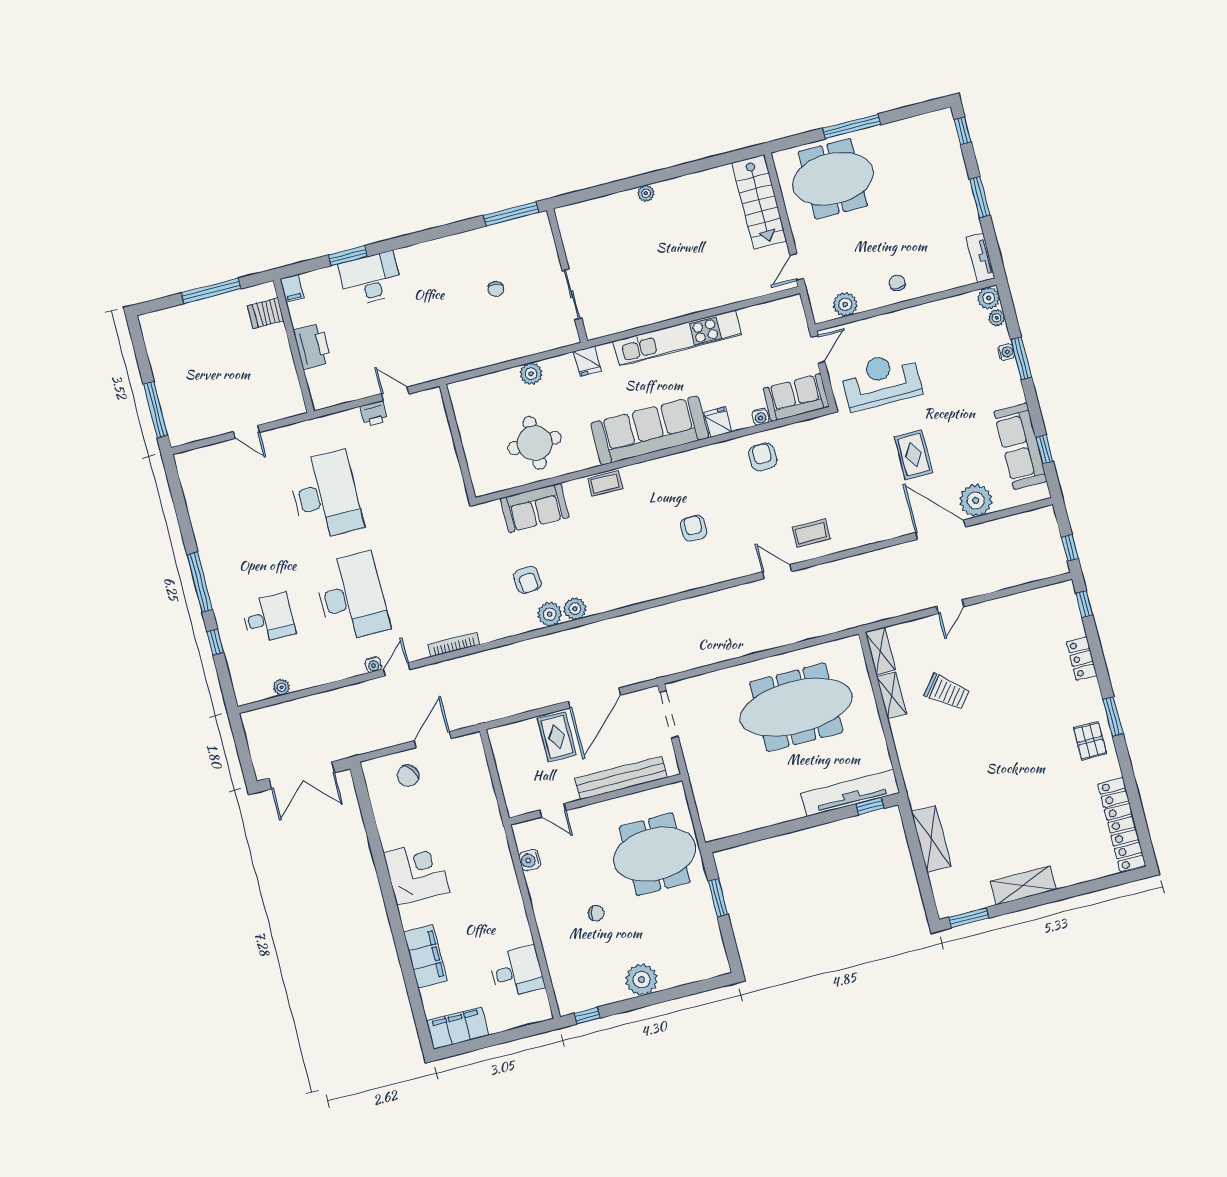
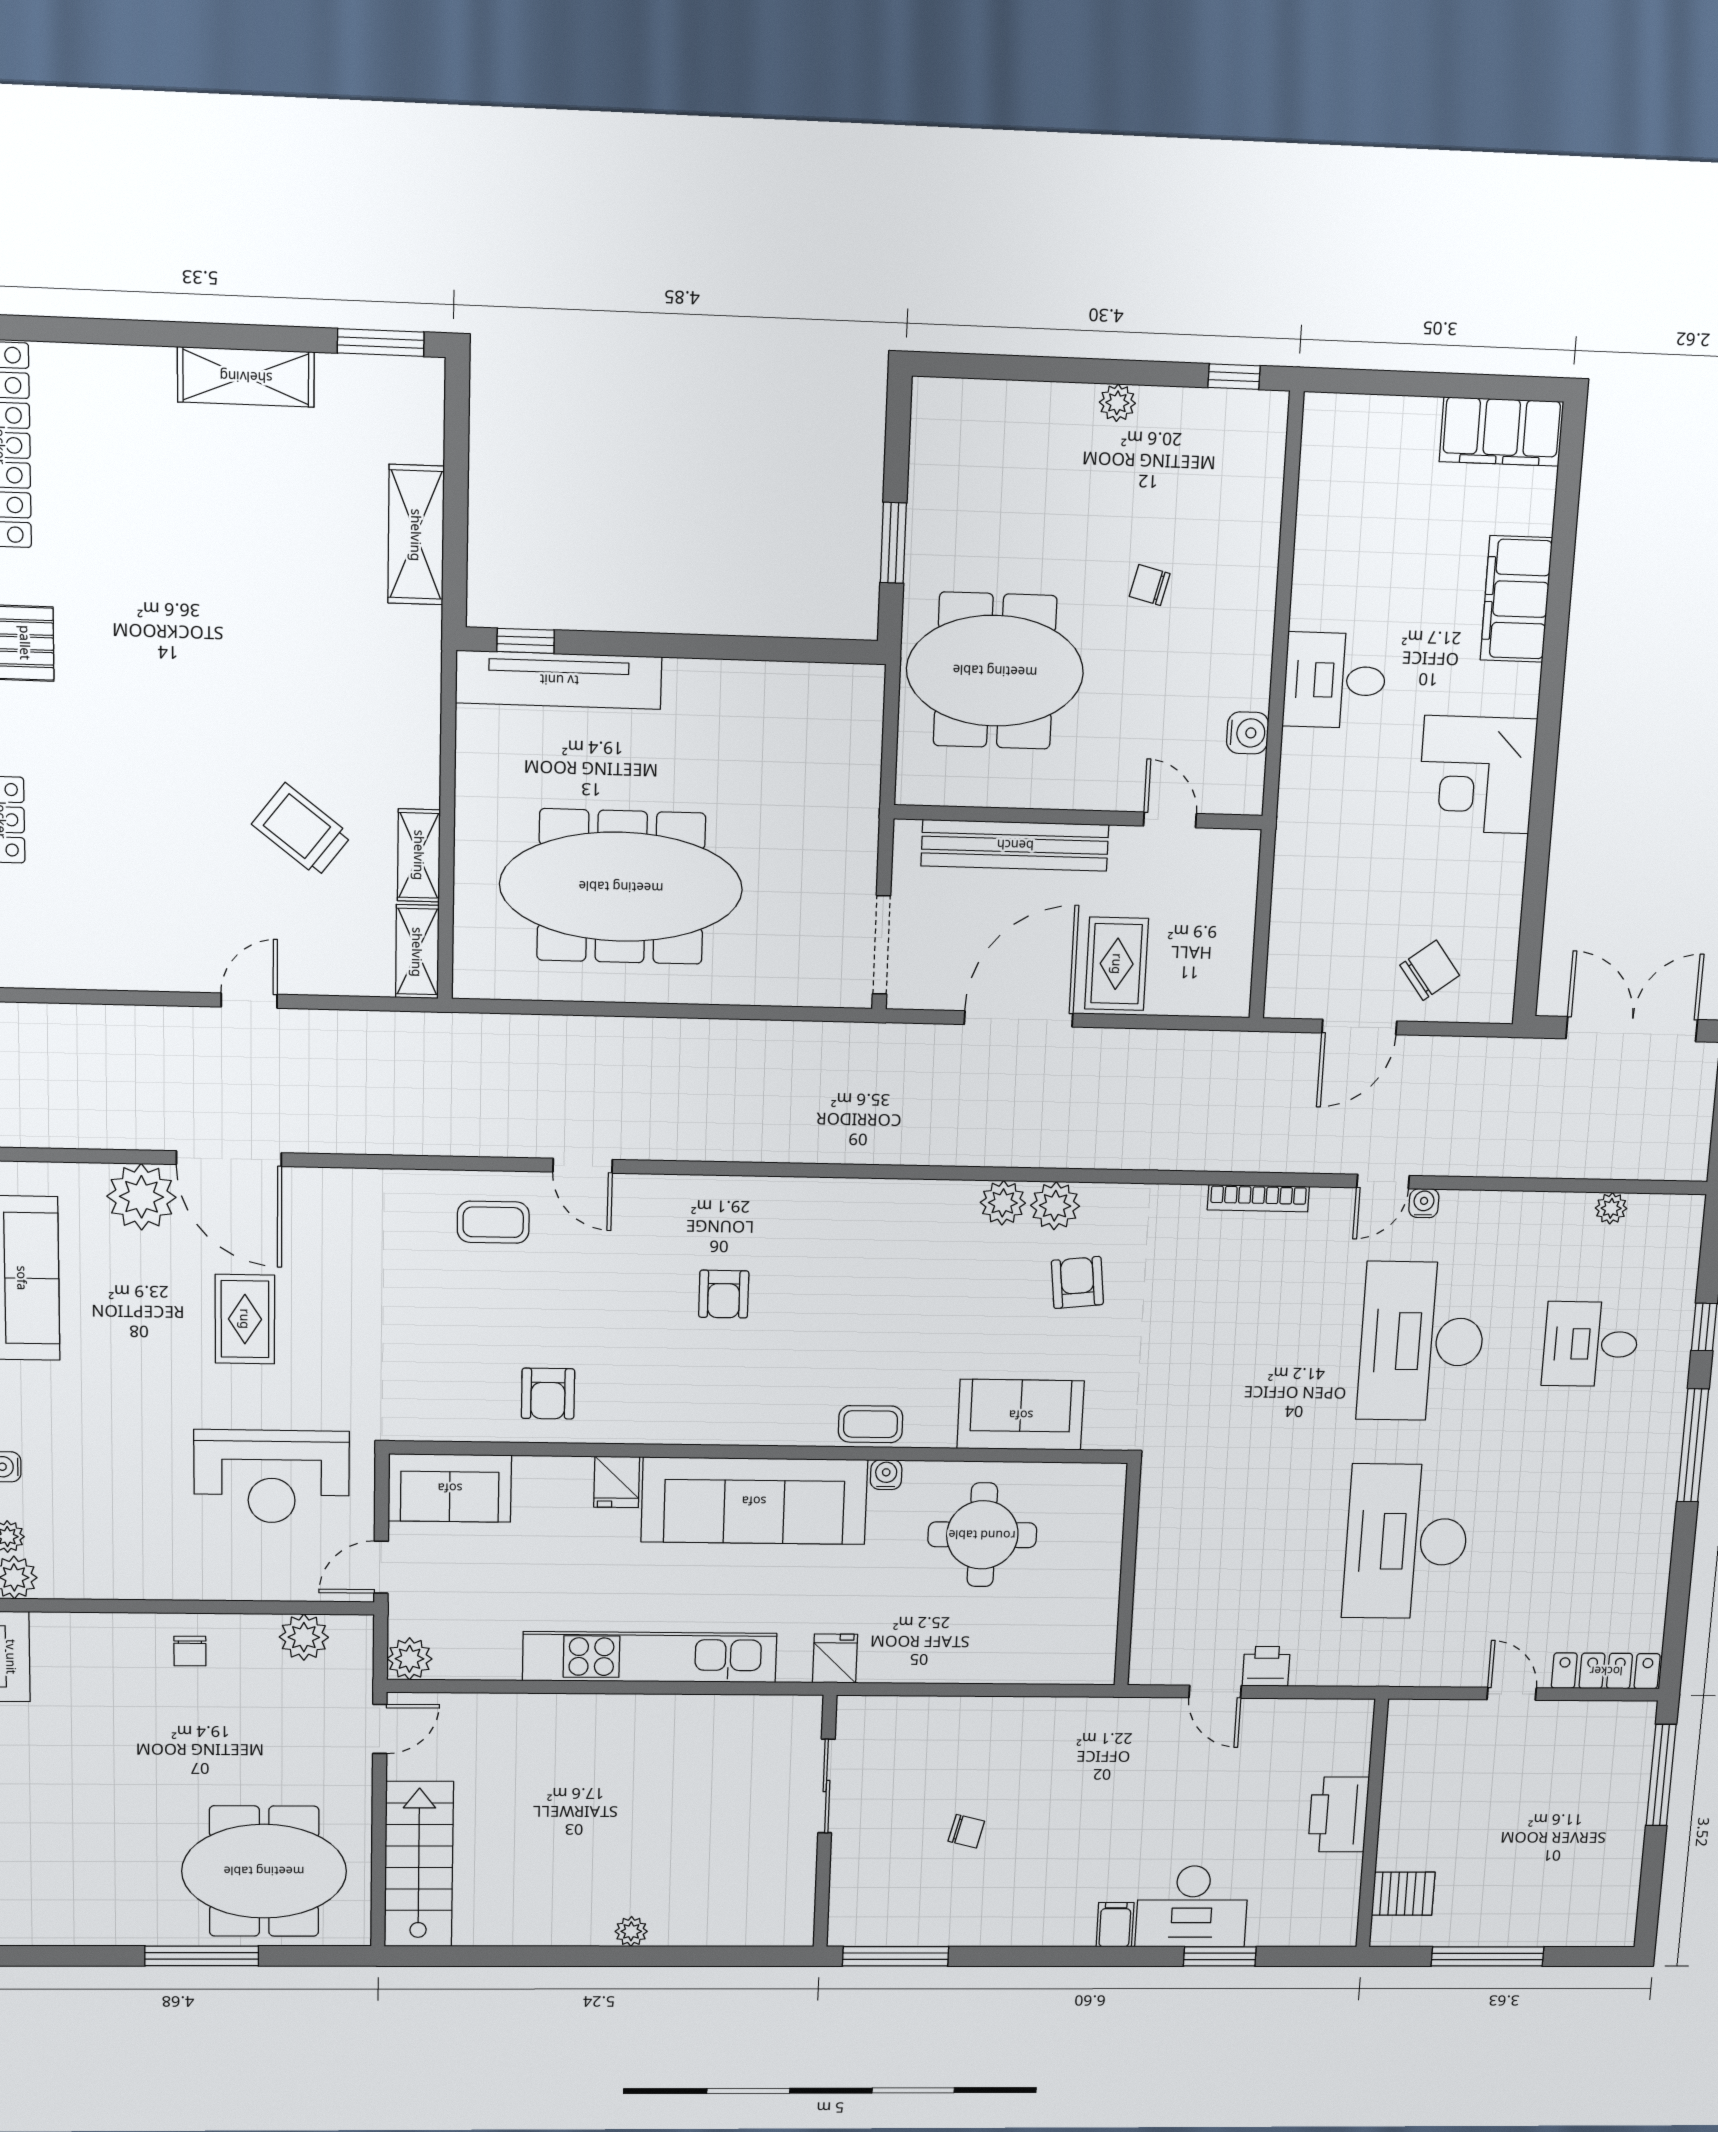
filing cabinet: (292, 288) -> (1115, 1925), moved
chair: (496, 289) -> (966, 1831), turned 96
plant: (531, 374) -> (410, 1659), moved
water cooler: (760, 417) -> (886, 1475), moved
locker: (203, 456) -> (1606, 1671), added
desk: (517, 972) -> (1335, 680), moved
plant: (642, 980) -> (1117, 403), width x0.53, depth x0.53

